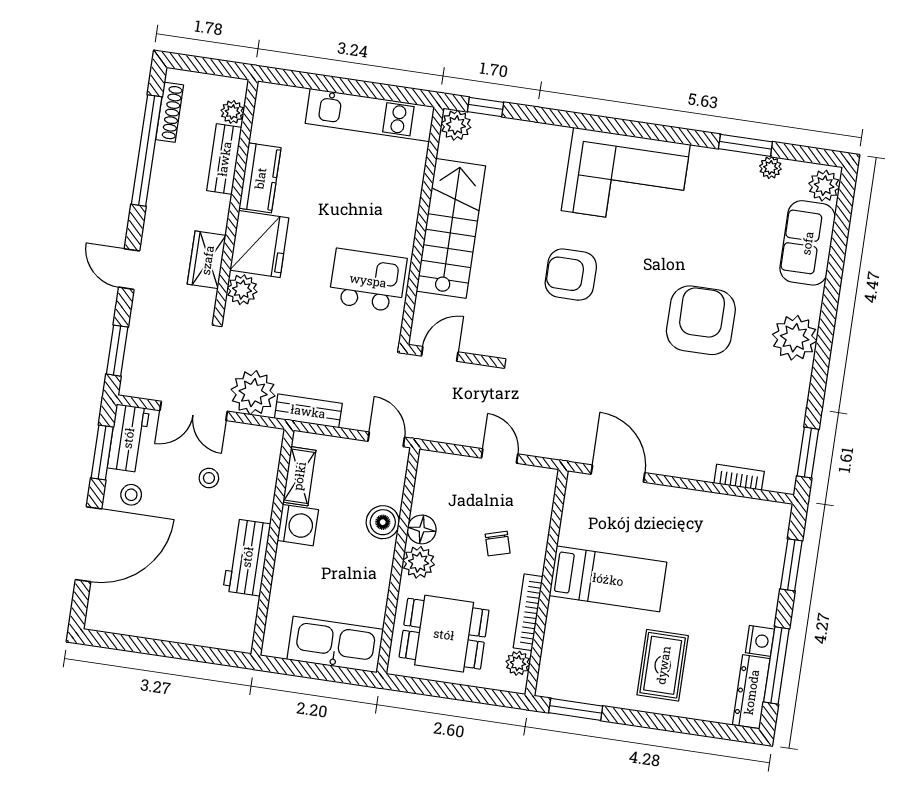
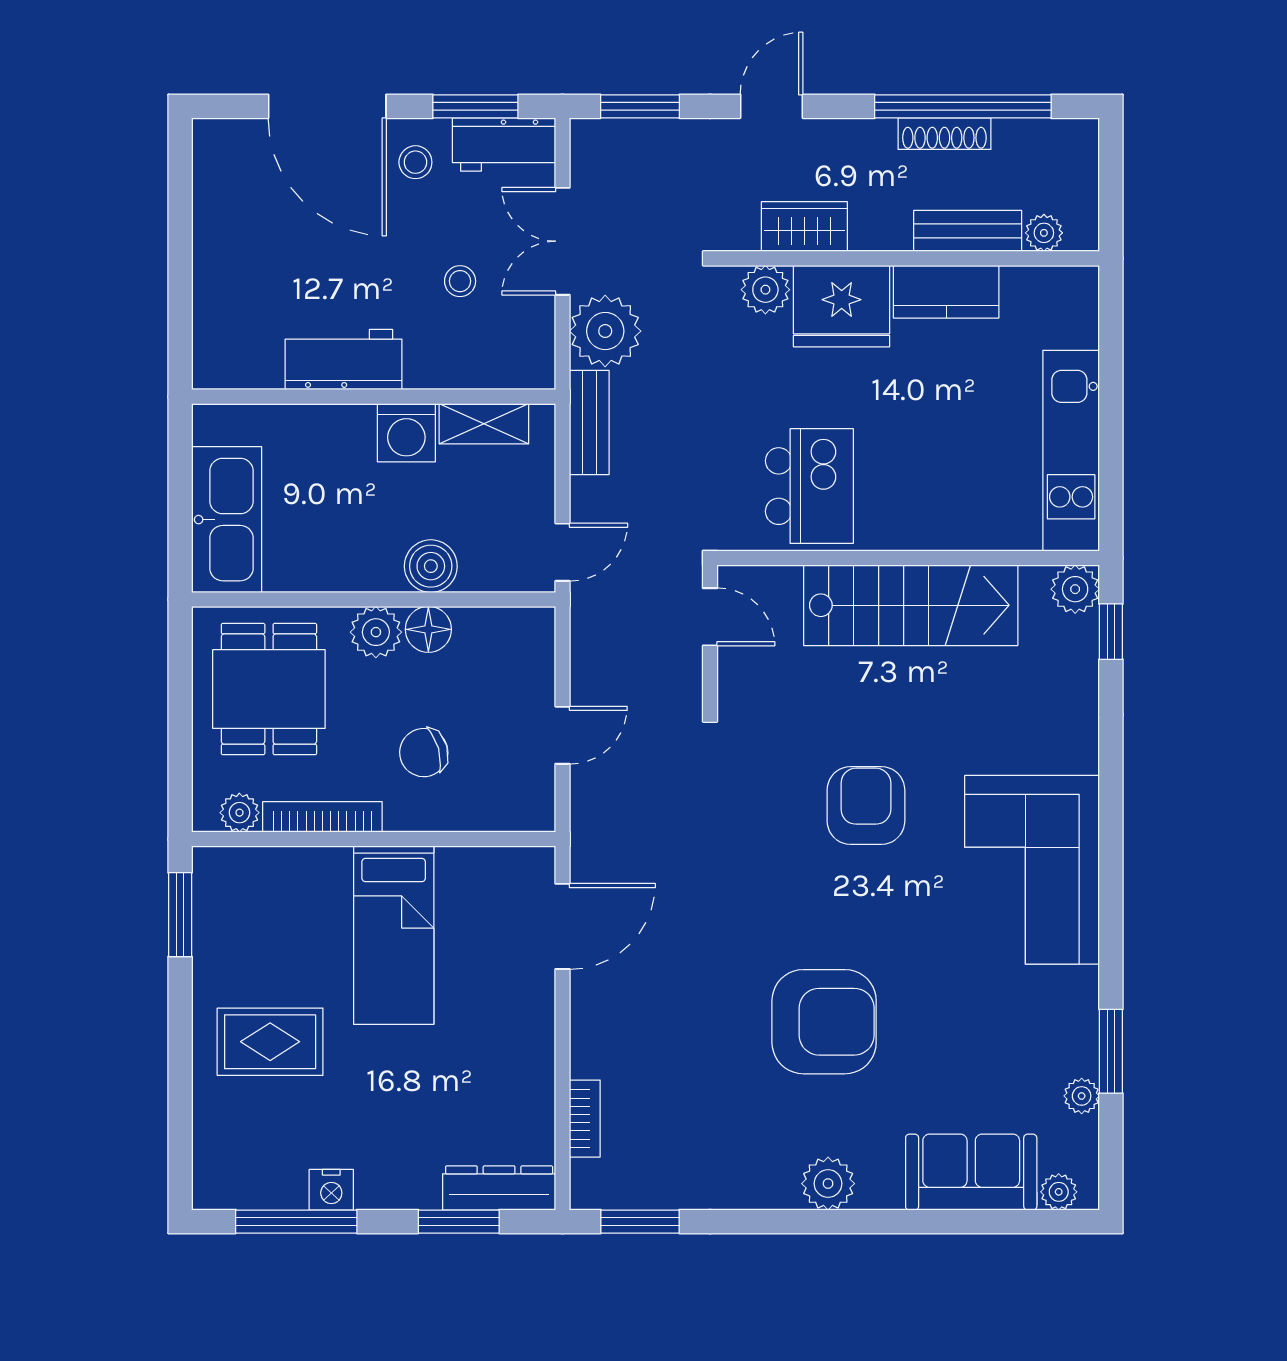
shoe rack: (170, 112) -> (944, 134), moved
plant: (824, 186) -> (1059, 1192), width x0.73, depth x0.73
plant: (795, 338) -> (828, 1184), width x0.73, depth x0.73
chair: (498, 544) -> (424, 753), width x1.37, depth x1.37
dresser: (751, 692) -> (499, 1188), moved

